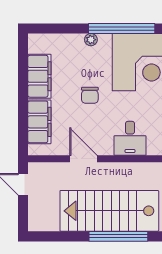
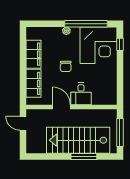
desk: (130, 138) -> (81, 94), moved
window: (118, 236) -> (84, 156), width x0.68

